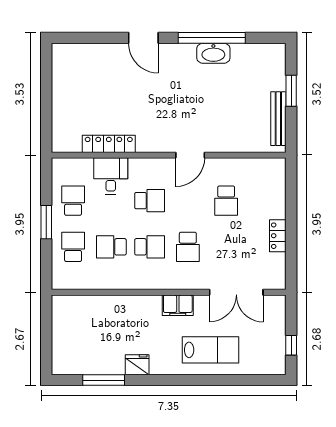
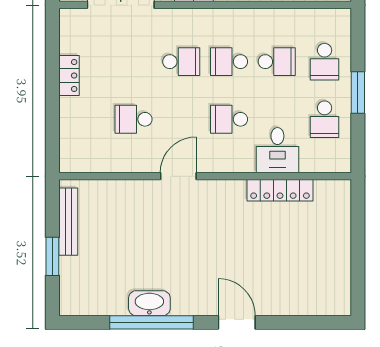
school desk: (226, 201) -> (134, 119), turned -90
school desk: (188, 247) -> (181, 62), turned 90

